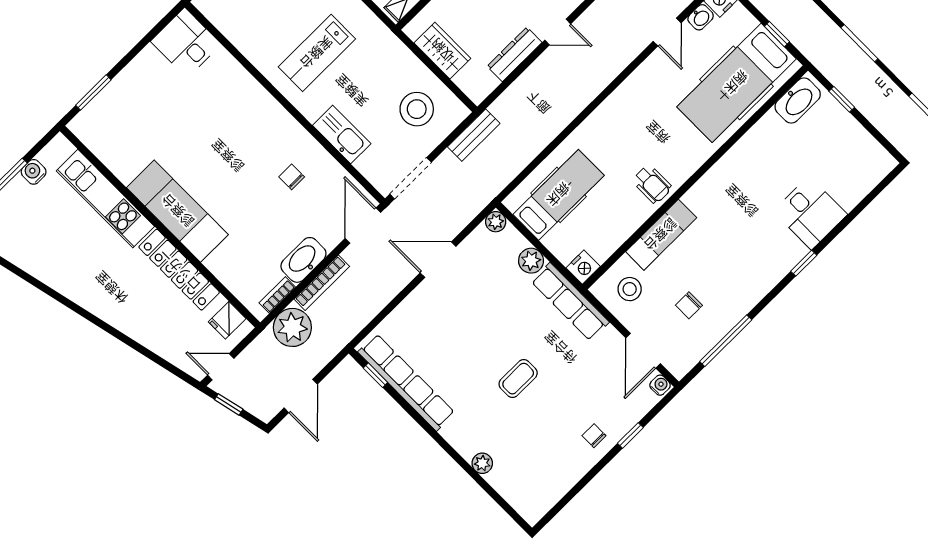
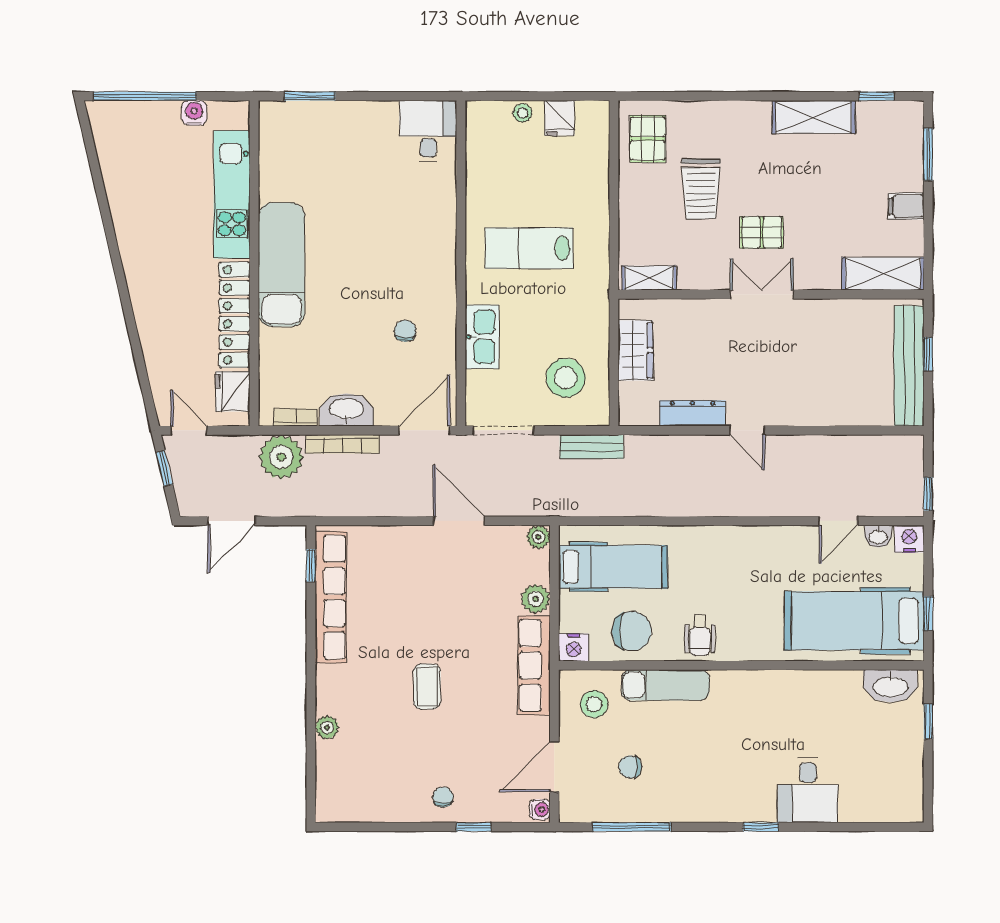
chair: (609, 222) -> (632, 631), added
fridge: (227, 320) -> (233, 391), width x1.38
coffee table: (518, 379) -> (427, 686), turned 90

